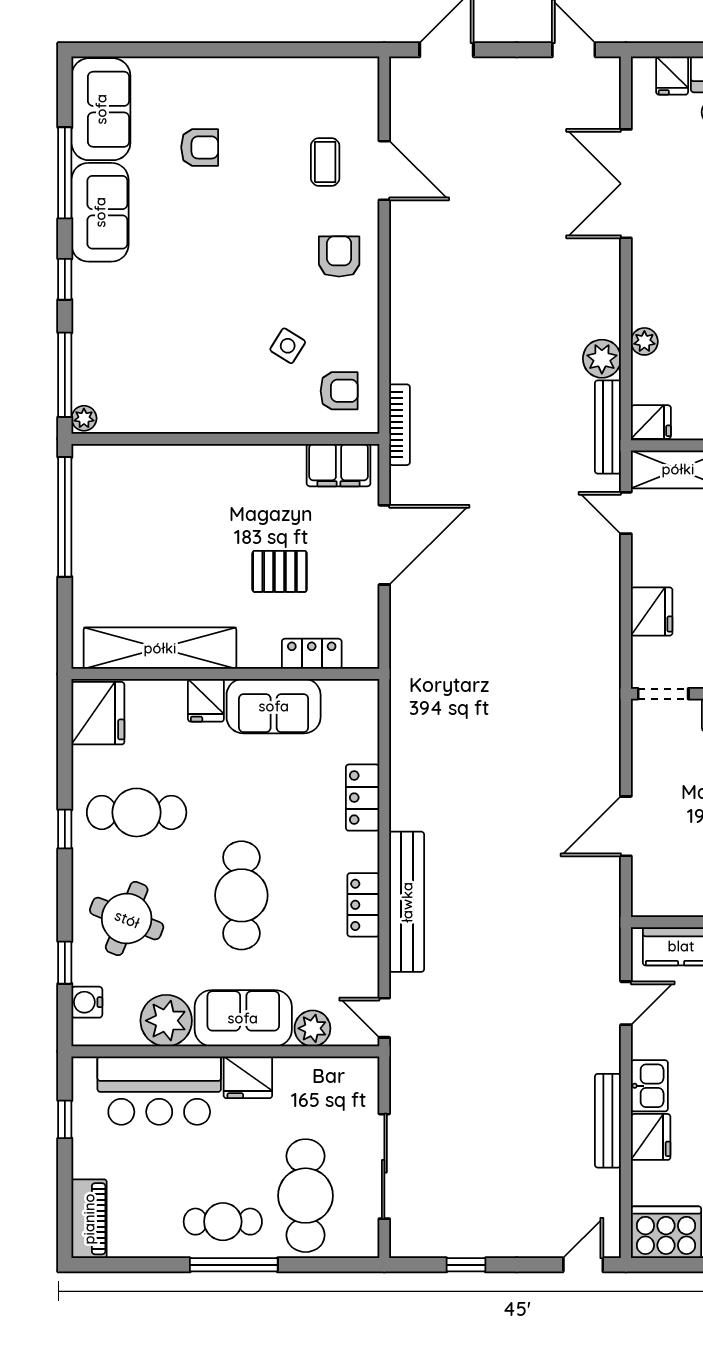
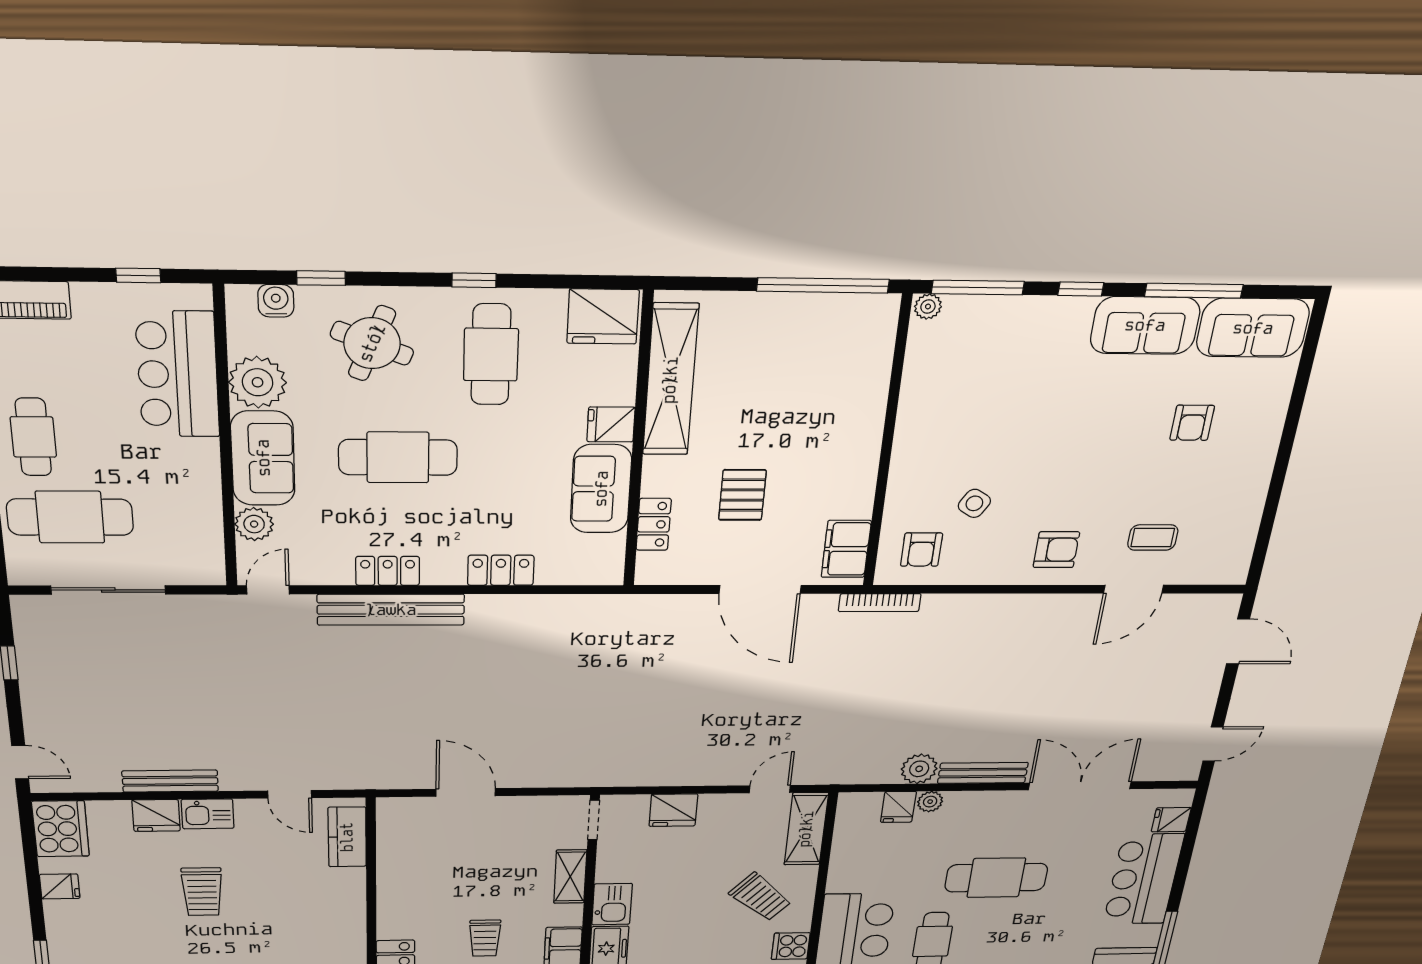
fridge: (651, 422) -> (898, 807), moved
bench: (608, 427) -> (983, 773), moved
fridge: (248, 1077) -> (198, 463), removed

